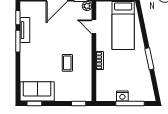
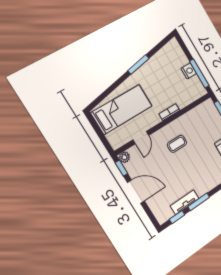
coffee table: (67, 63) -> (177, 144), moved
window: (130, 104) -> (199, 73), moved

